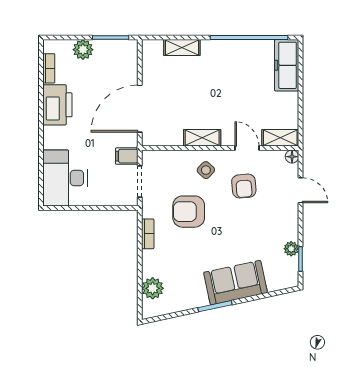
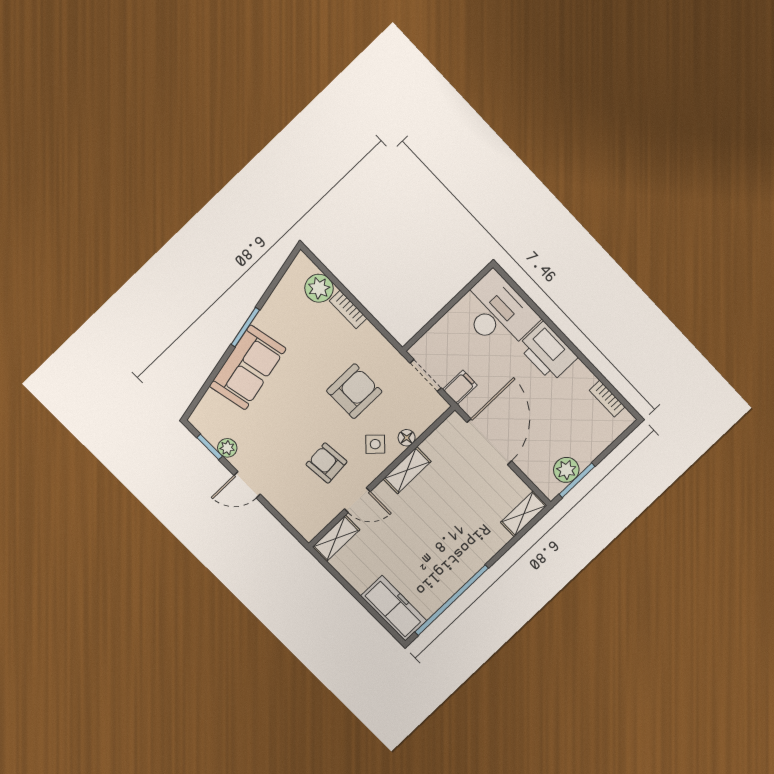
shelving: (182, 48) -> (524, 514), moved
plant: (83, 50) -> (566, 470), moved
printer: (57, 105) -> (548, 352), moved
floor lamp: (292, 157) -> (407, 438), moved
door: (301, 190) -> (247, 485), moved
bookcase: (148, 234) -> (348, 309), moved

